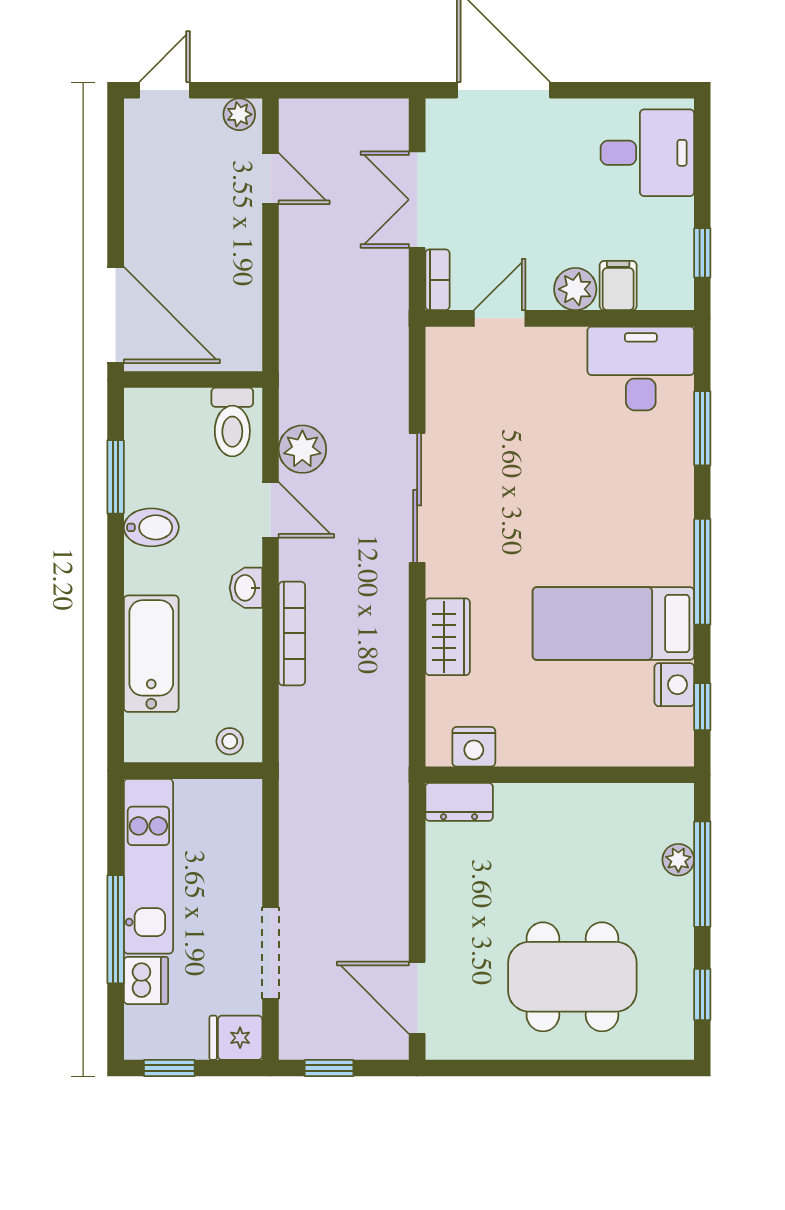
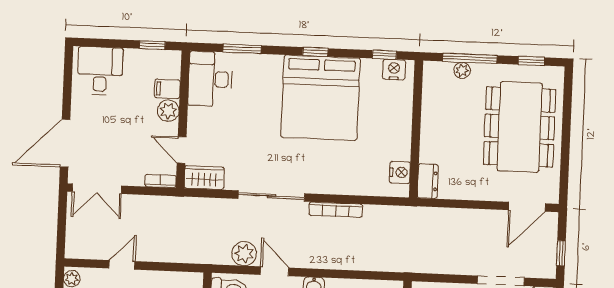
door: (270, 179) -> (122, 265), moved
double door: (417, 200) -> (97, 189), moved
door: (270, 510) -> (275, 271), hinge flipped
window: (702, 572) -> (315, 52), width x0.46
bed: (613, 623) -> (321, 98), width x2.04
bookcase: (292, 633) -> (336, 210), moved, turned 180
wardrobe: (448, 637) -> (204, 178), moved
nightstand: (674, 685) -> (394, 70), moved
dining table: (572, 977) -> (520, 127), width x1.36, depth x1.24

